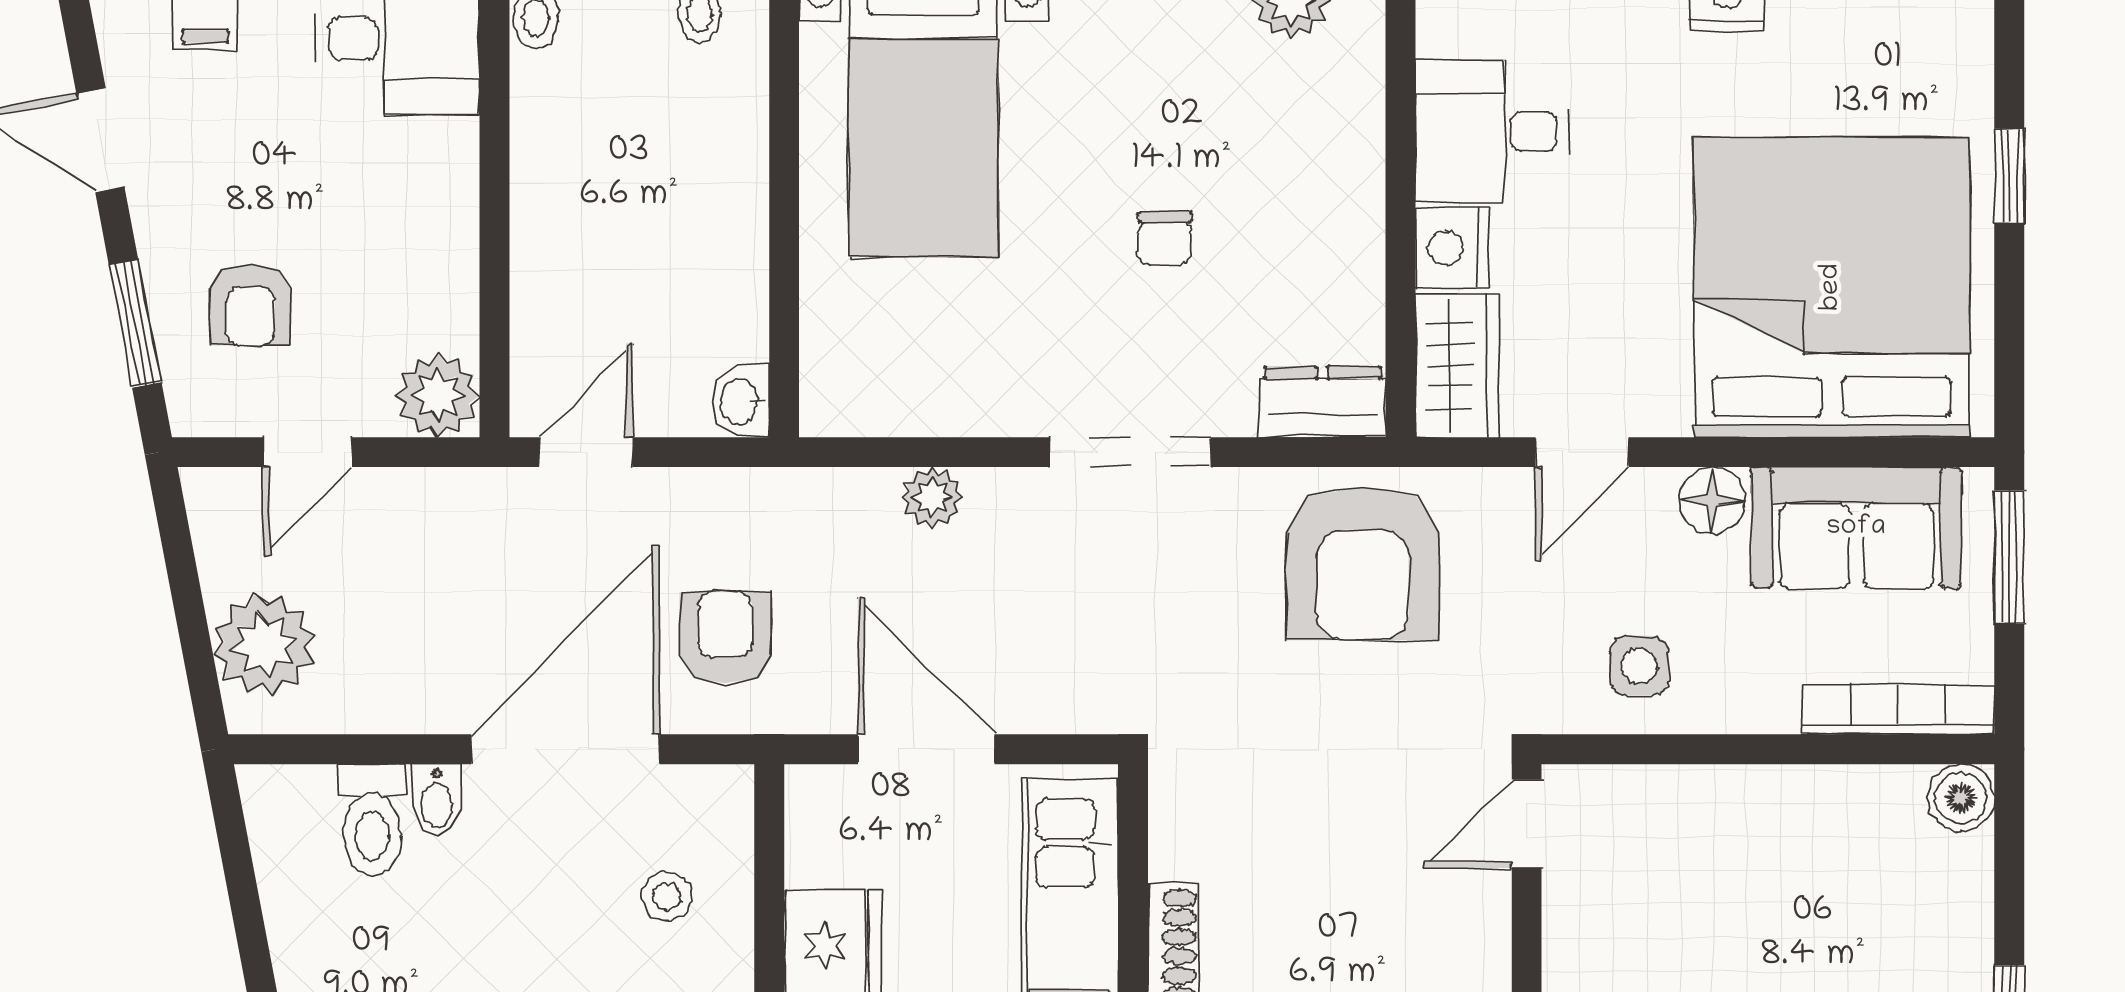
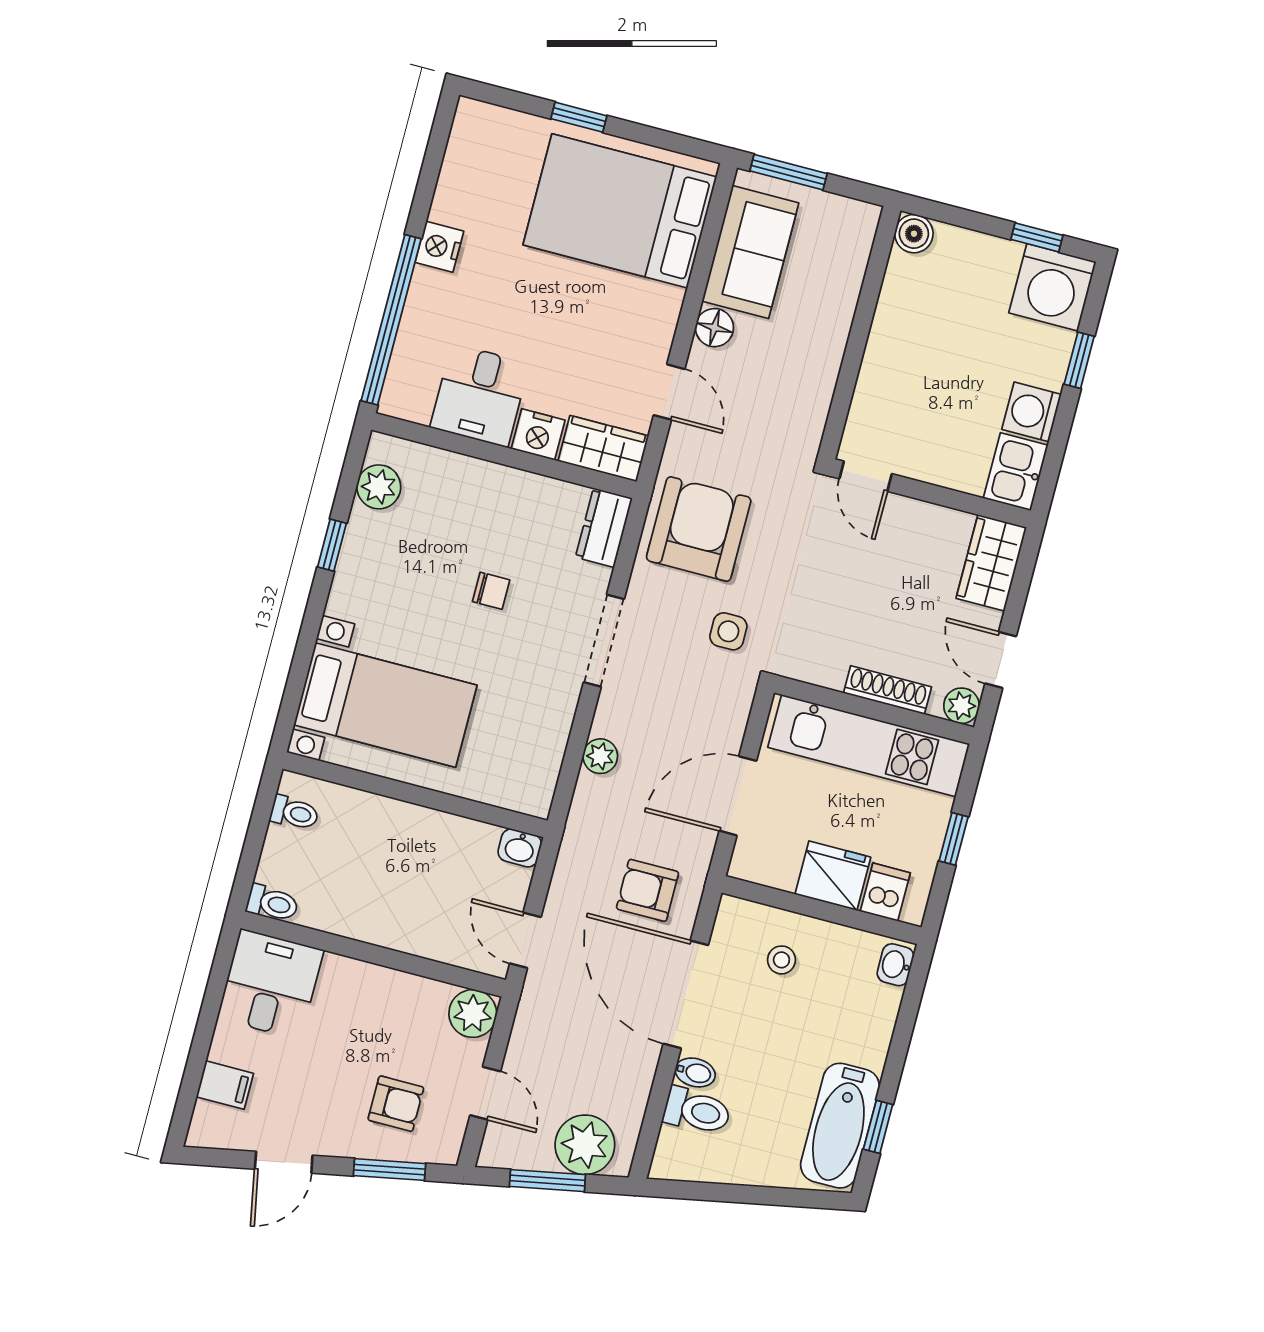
bed: (1832, 287) -> (620, 211), width x0.73
armchair: (1362, 563) -> (699, 529), turned -90
window: (187, 597) -> (547, 1181), added
side table: (1639, 666) -> (728, 631), moved
bookcase: (1898, 710) -> (856, 255), removed

